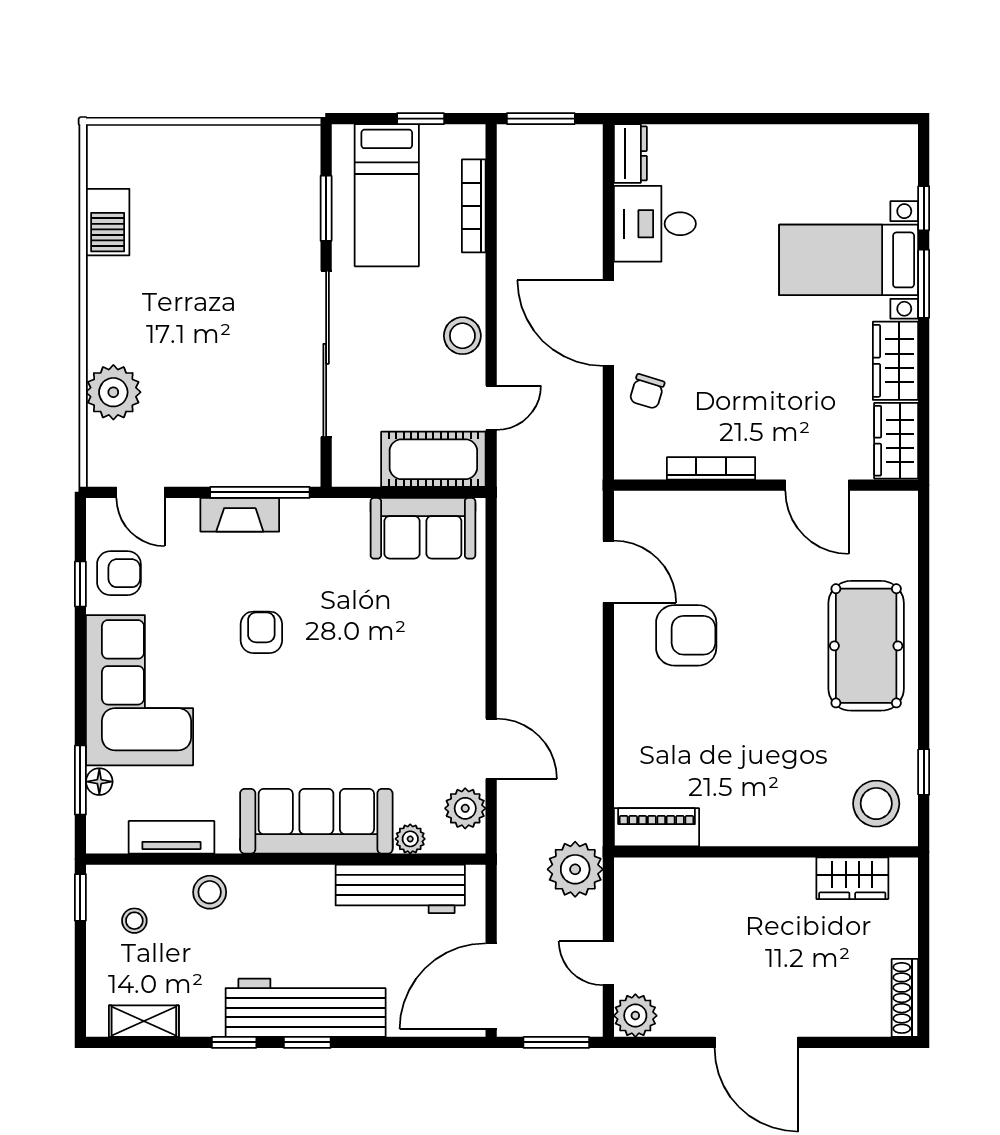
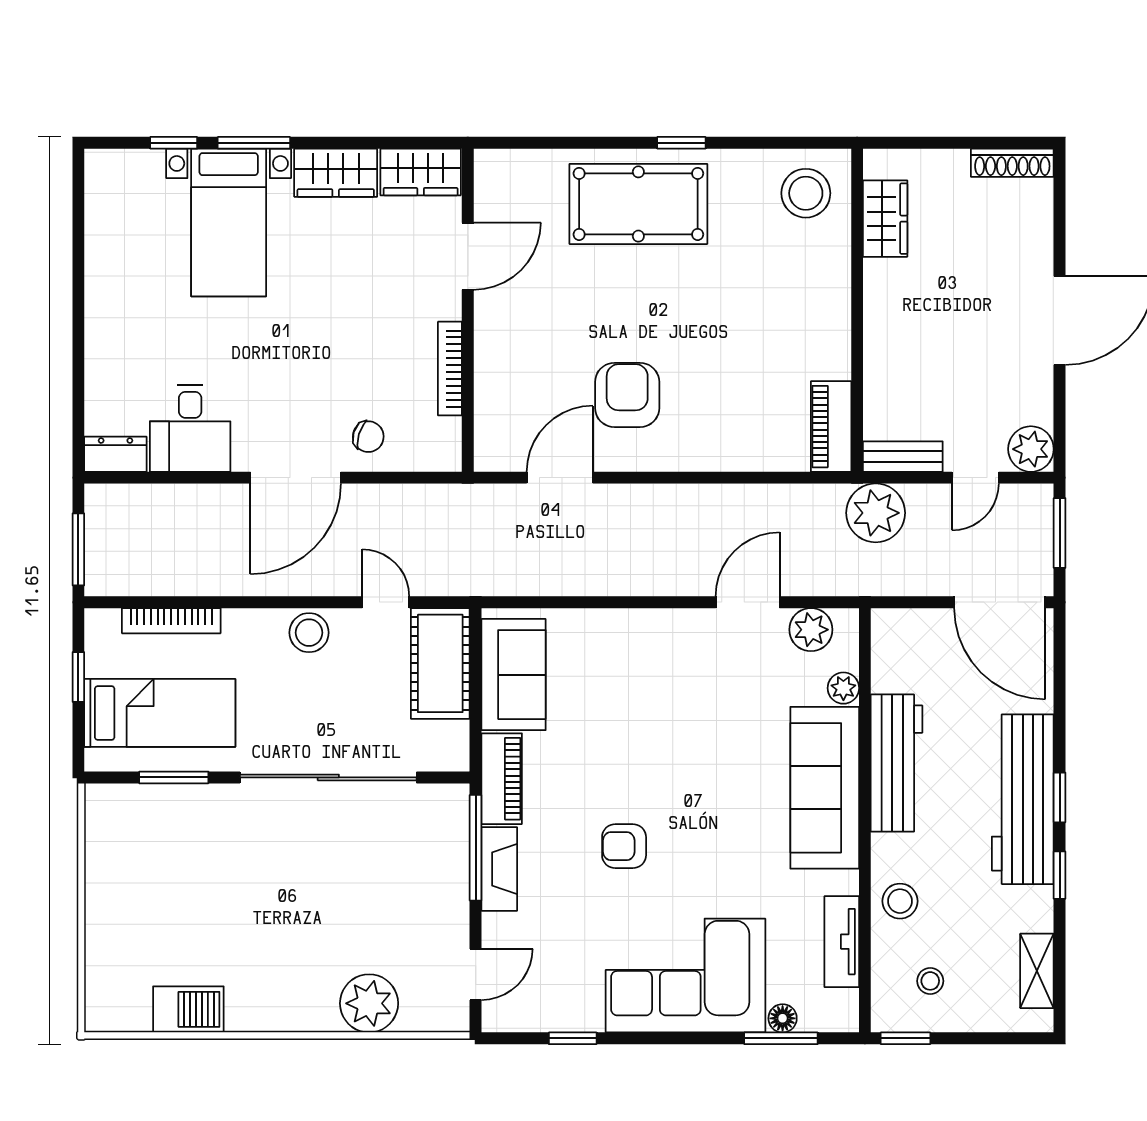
piano: (325, 517) -> (502, 779), added
armchair: (119, 573) -> (561, 997), removed
window: (924, 772) -> (681, 143), moved
workbench: (400, 889) -> (897, 763), moved
bench: (628, 895) -> (903, 457), added

